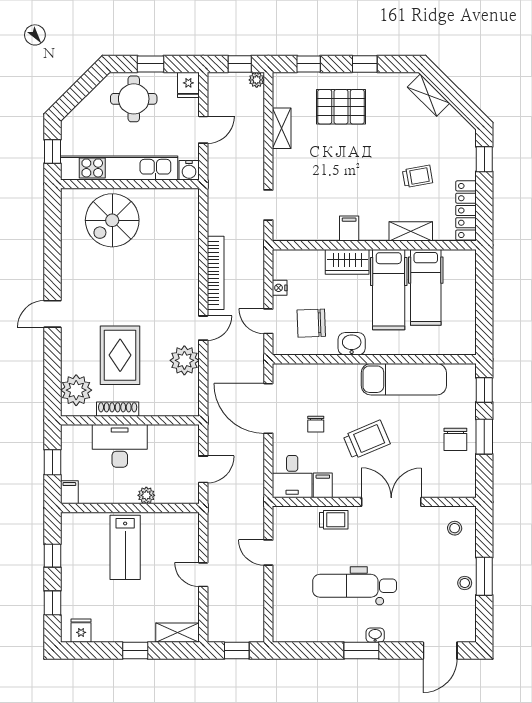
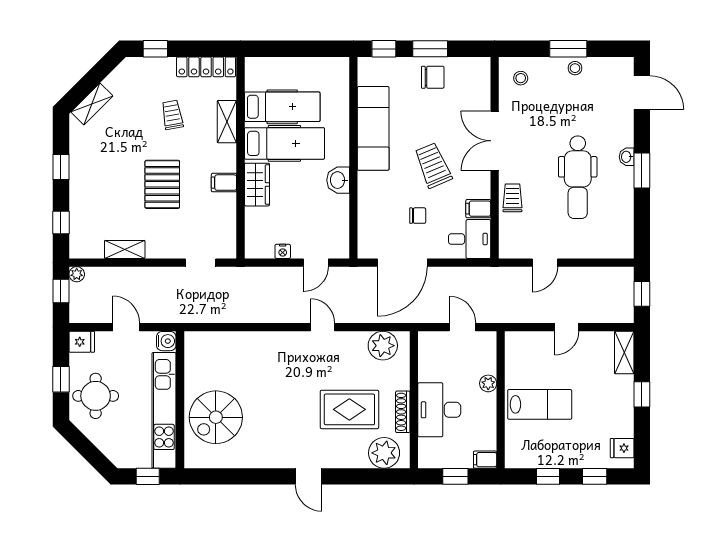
pallet: (341, 107) -> (162, 184), moved
spiral stairs: (112, 220) -> (216, 417), turned 90
bookcase: (216, 273) -> (268, 315), removed
chair: (311, 323) -> (318, 220), removed
plant: (184, 360) -> (383, 346), moved

